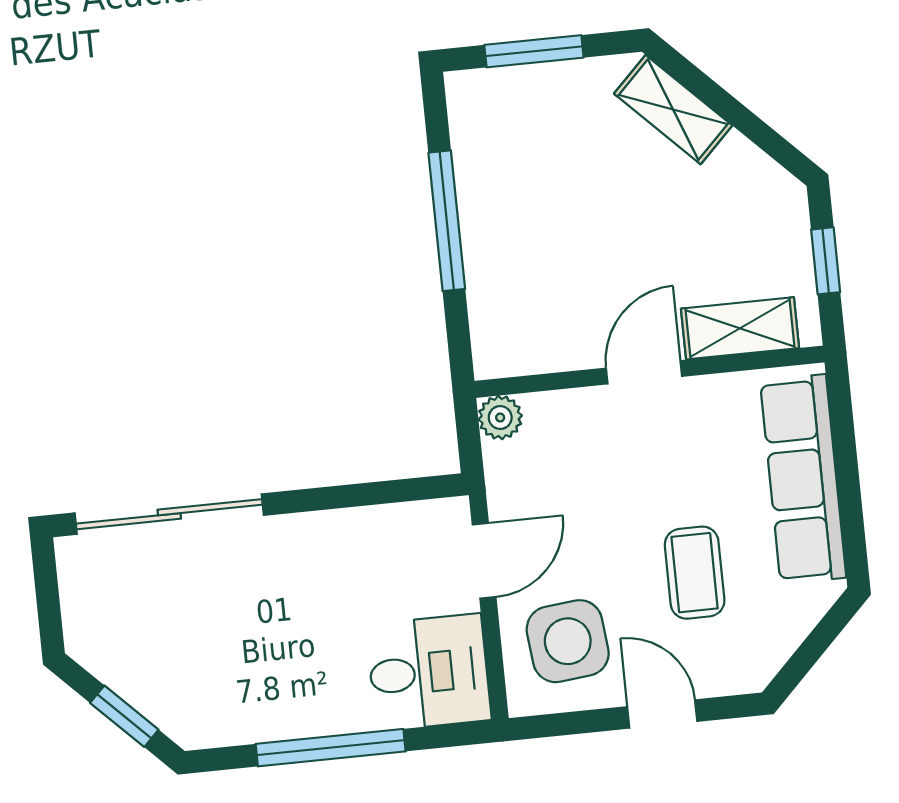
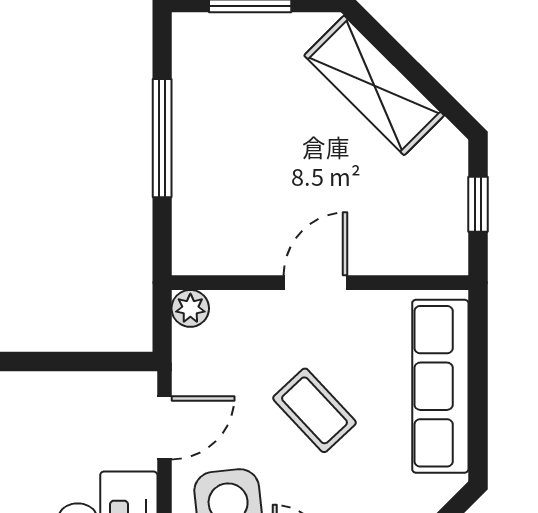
shelving: (673, 110) -> (374, 85), width x1.50, depth x1.33
shelving: (740, 328) -> (400, 254), removed
coffee table: (695, 573) -> (315, 410), moved, turned -43

